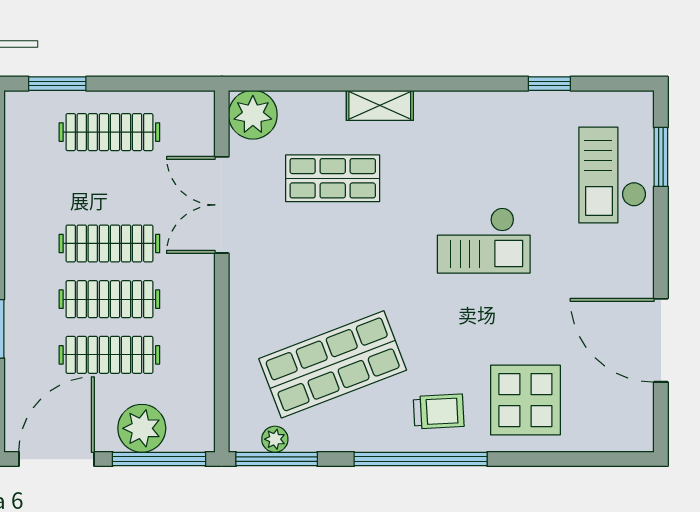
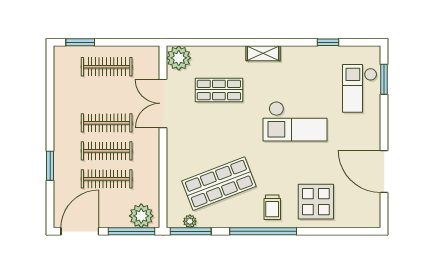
shelving: (380, 105) -> (263, 53), moved
checkout: (484, 240) -> (295, 121), width x1.36, depth x1.21
trolley: (439, 412) -> (272, 207), turned 93
plant: (142, 428) -> (141, 216), moved

